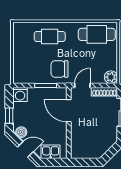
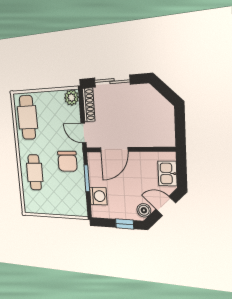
washing machine: (20, 94) -> (98, 196), moved
door: (26, 149) -> (166, 206), hinge flipped

